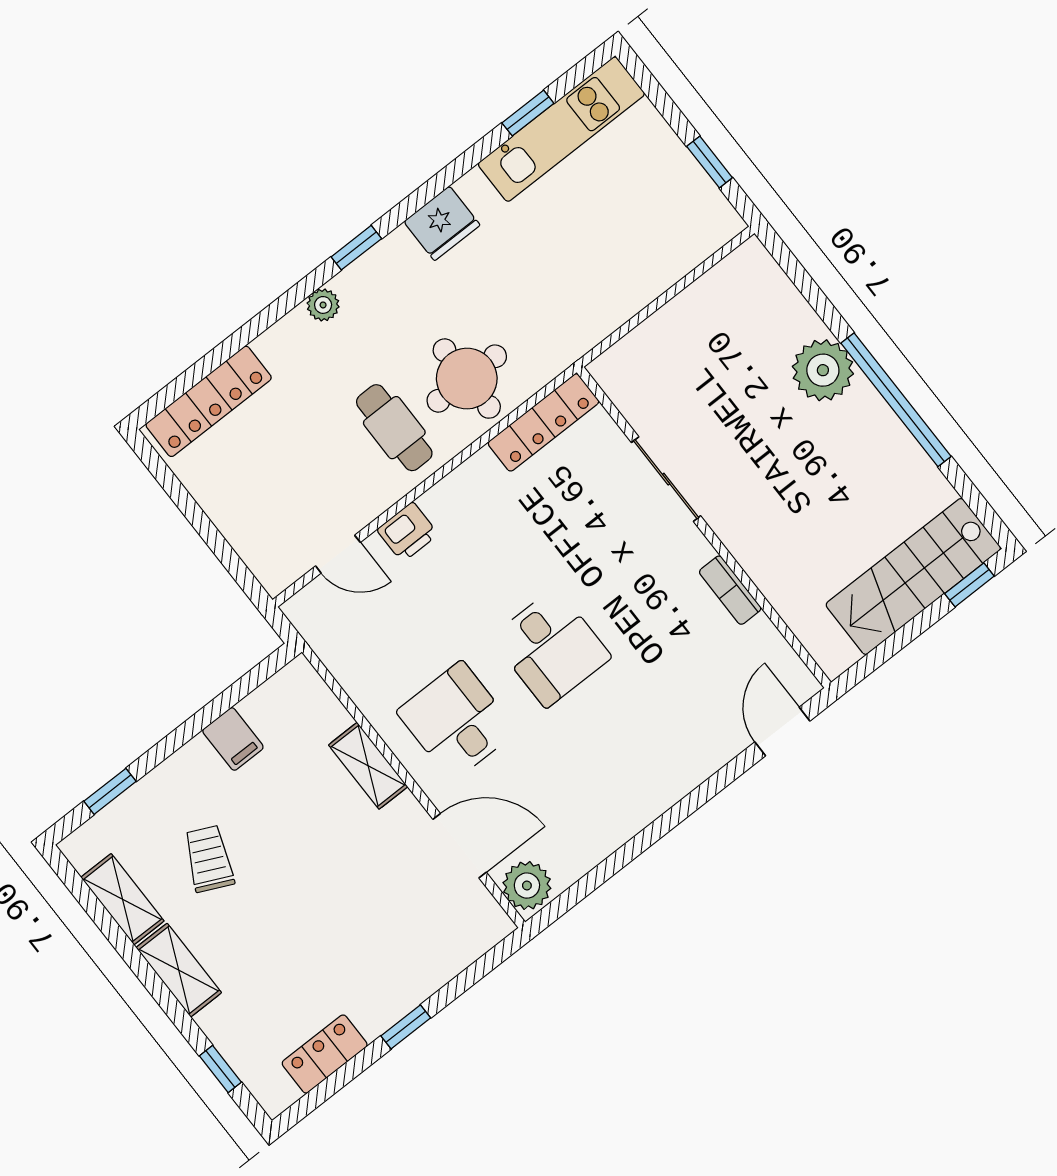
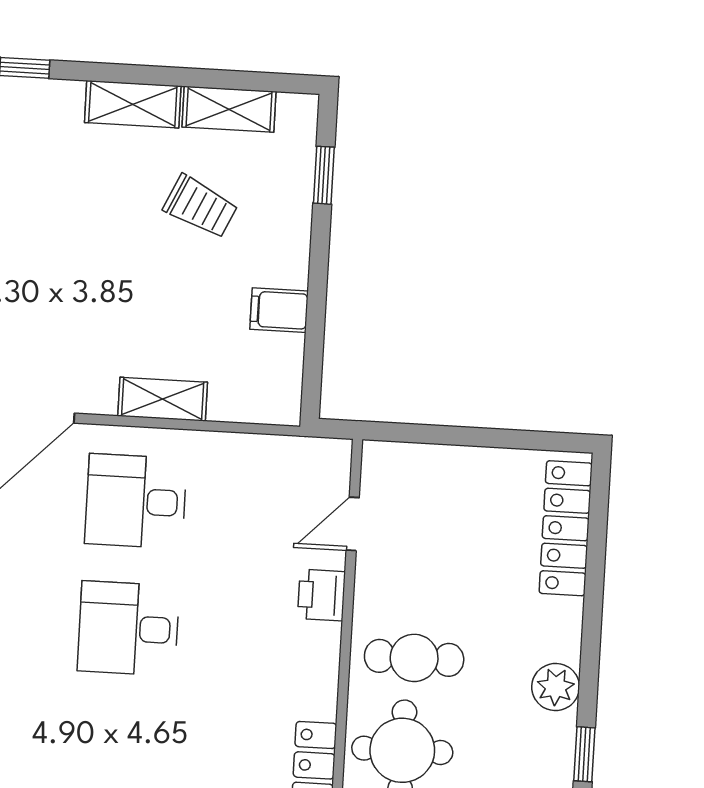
plant: (323, 305) -> (556, 687), width x1.38, depth x1.38
desk: (457, 721) -> (136, 501), turned 180

